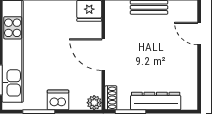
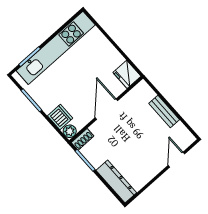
dishwasher: (58, 100) -> (60, 117), moved
dresser: (156, 101) -> (116, 182), moved

